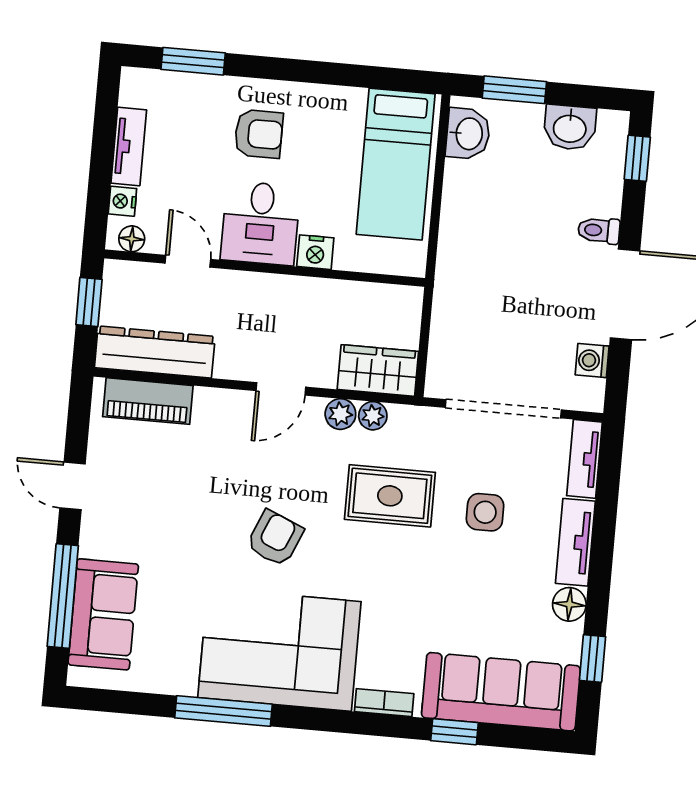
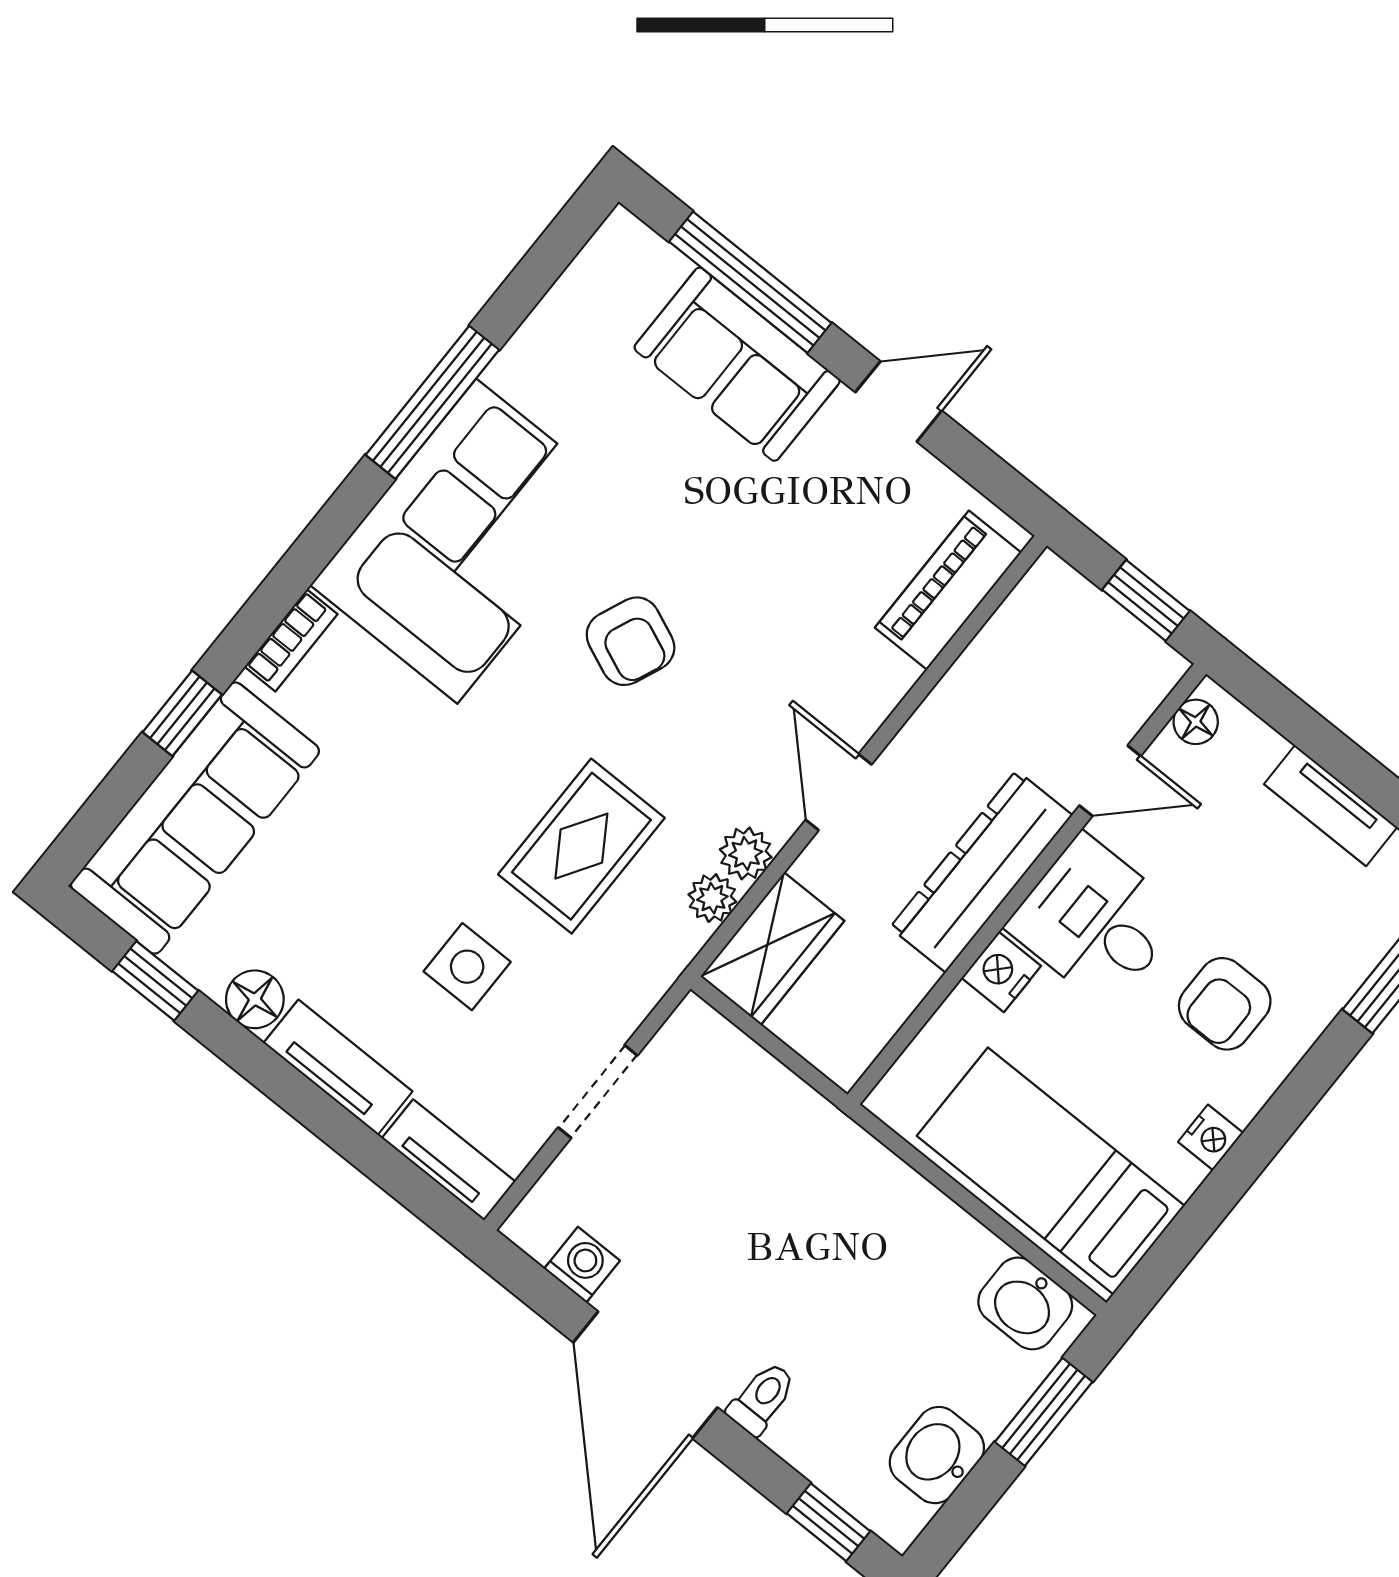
nightstand: (122, 201) -> (1211, 1137), moved, turned 90
dresser: (155, 352) -> (981, 871), moved, turned 180
doorway: (503, 409) -> (598, 1092), width x0.53
sofa: (103, 614) -> (737, 364), moved

